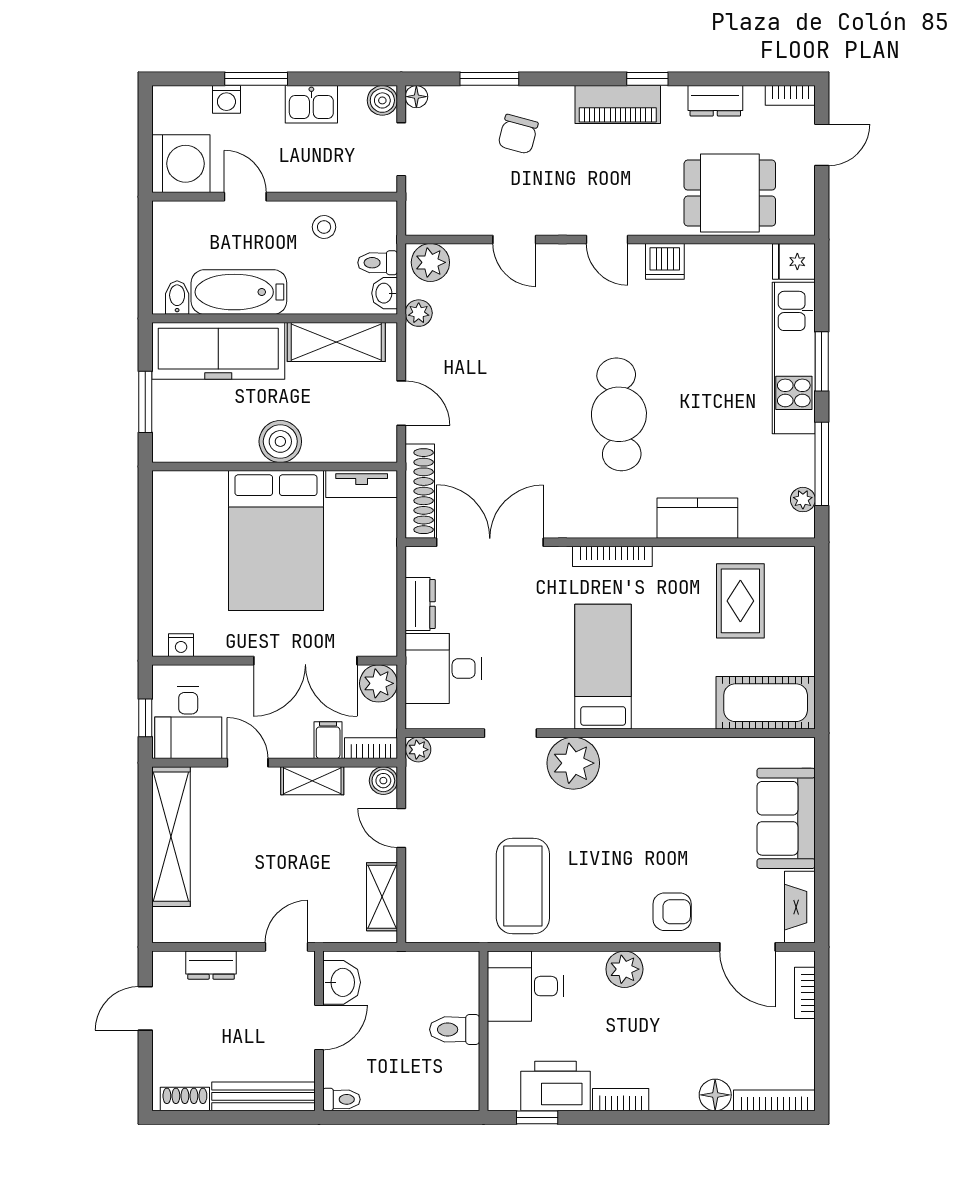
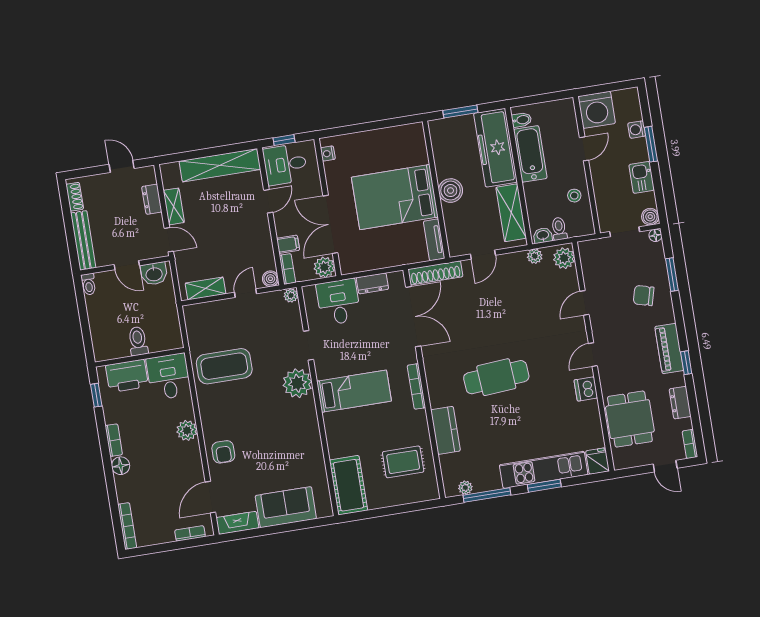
shelving: (312, 781) -> (174, 206), moved
printer: (556, 1086) -> (127, 376), moved, turned 90
floor lamp: (715, 1095) -> (121, 466), moved

